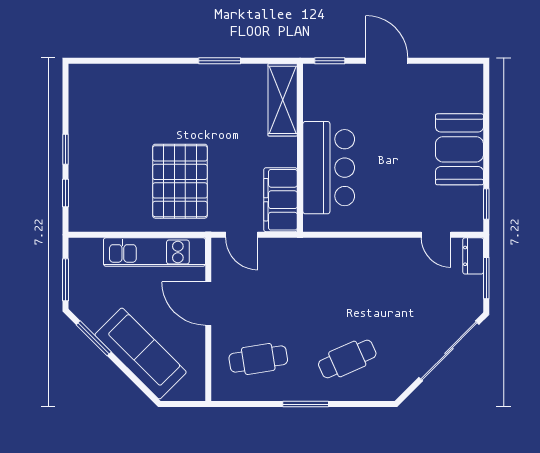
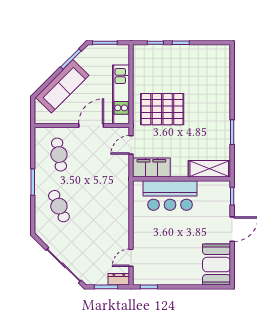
booth: (459, 149) -> (217, 265), moved, turned 90

